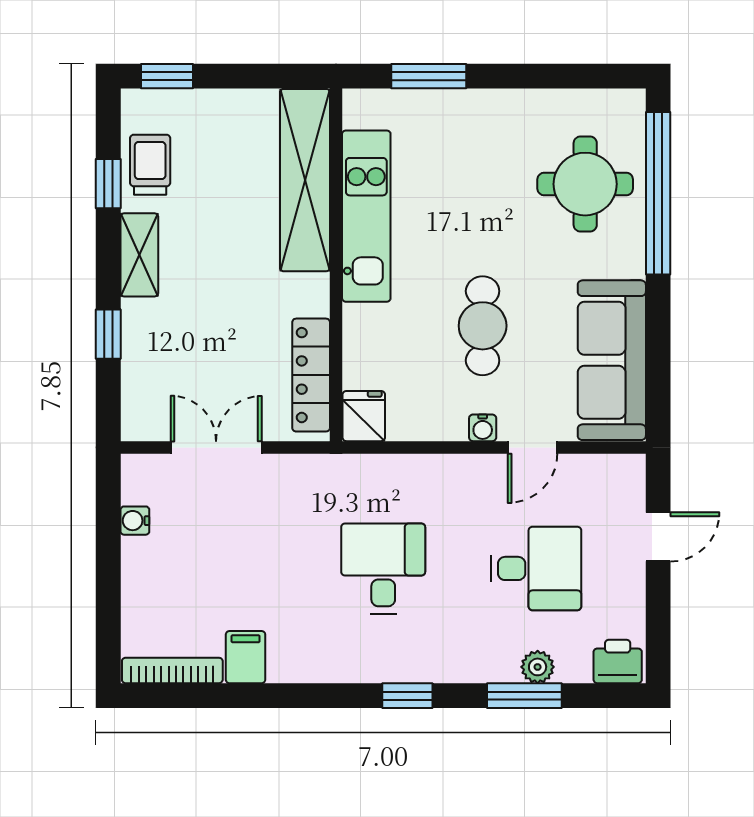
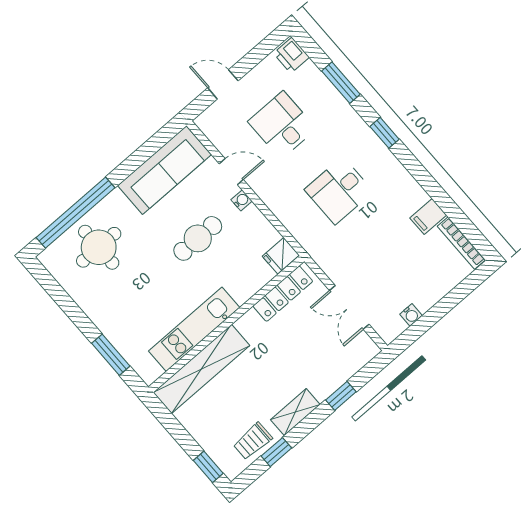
plant: (538, 667) -> (324, 88), removed

